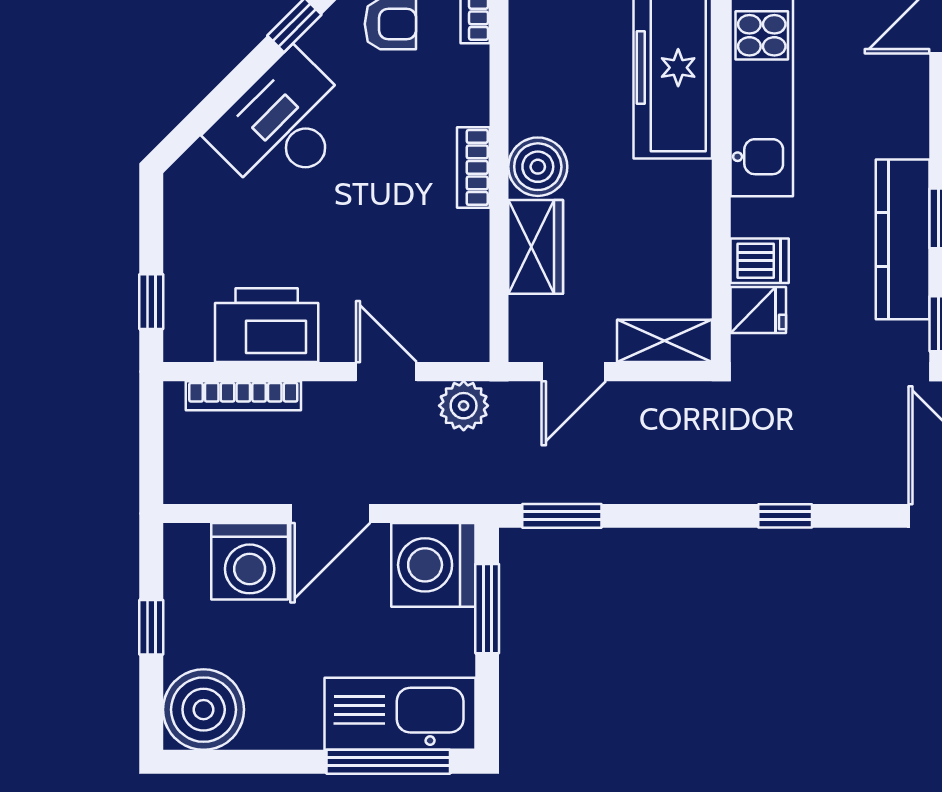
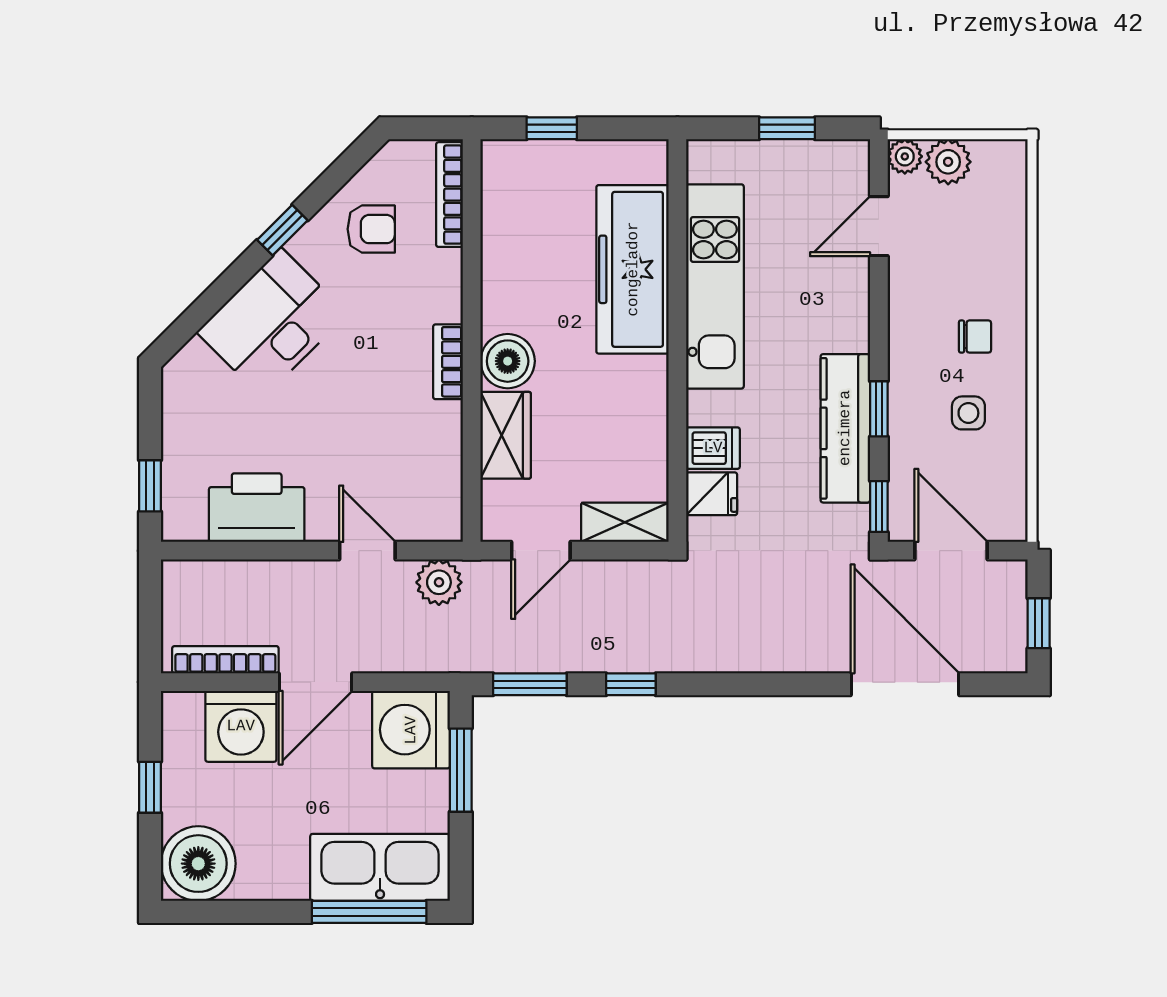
bookcase: (243, 396) -> (225, 660), moved, turned 180
window: (785, 516) -> (631, 684), moved

